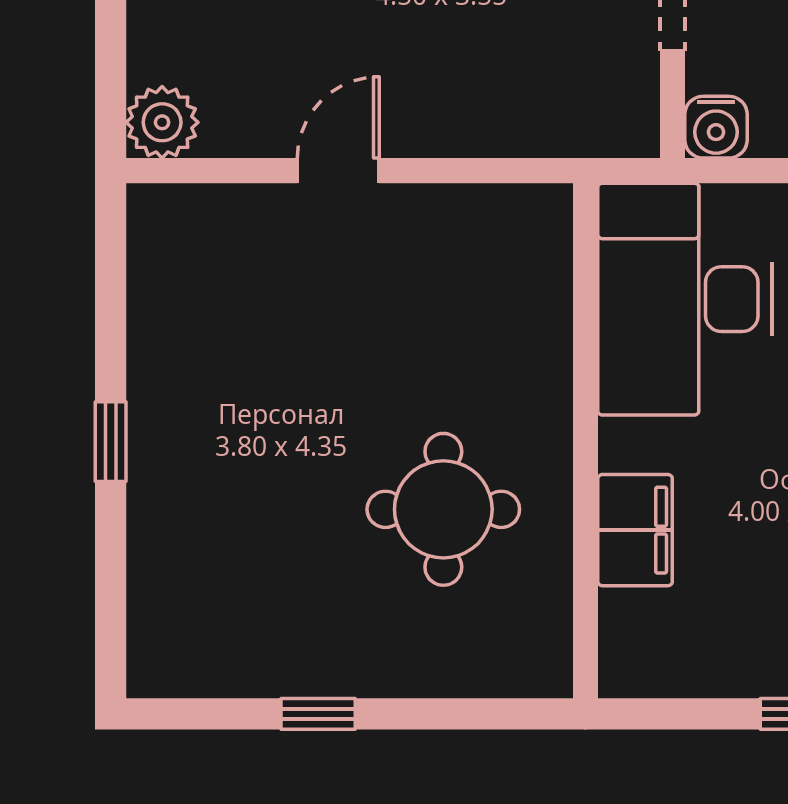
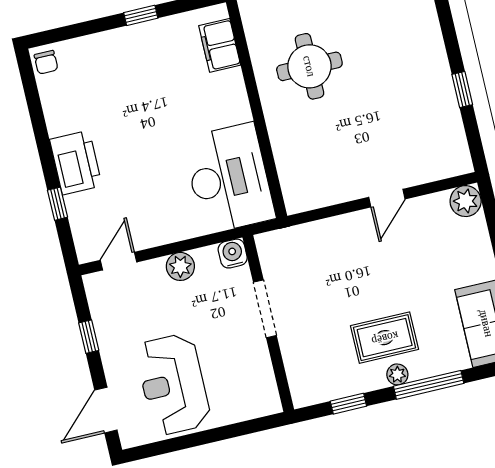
window: (111, 442) -> (462, 90), moved
filing cabinet: (635, 530) -> (220, 45), moved

